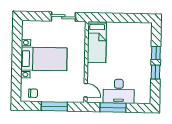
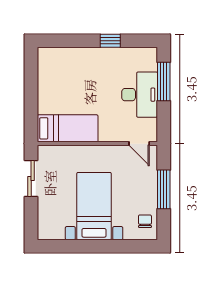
window: (156, 53) -> (82, 41), removed
door: (86, 90) -> (139, 144), swing flipped
window: (113, 108) -> (164, 82), moved

